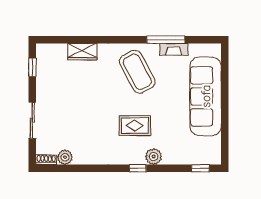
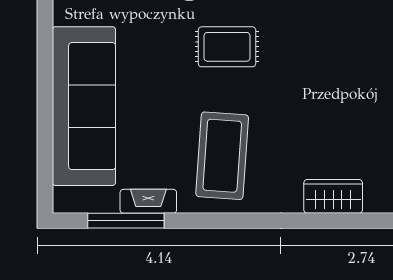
window: (166, 40) -> (126, 221), moved
coffee table: (137, 72) -> (222, 156), turned 32

